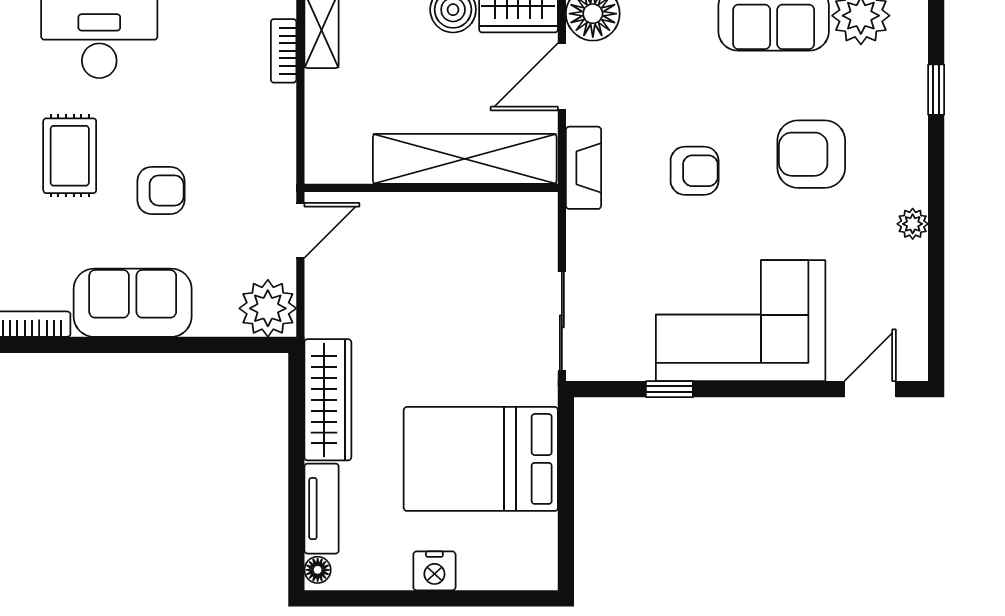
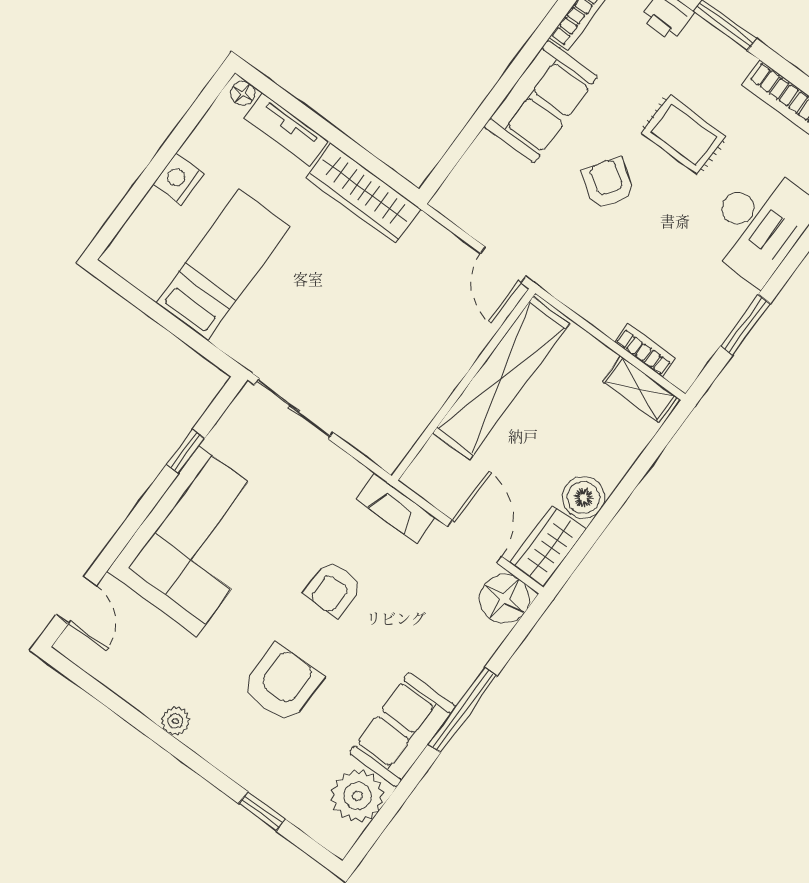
shelving: (465, 159) -> (501, 378), moved
armchair: (161, 191) -> (608, 183), turned 124
plant: (268, 308) -> (463, 198), removed
bed: (481, 459) -> (223, 265), width x0.67

